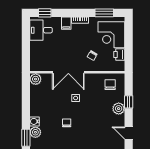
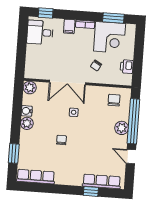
corner desk: (111, 35) -> (110, 37), moved, turned -90
window: (129, 102) -> (133, 121), width x3.17
water cooler: (34, 121) -> (27, 111), moved
plant: (35, 132) -> (27, 123), moved

